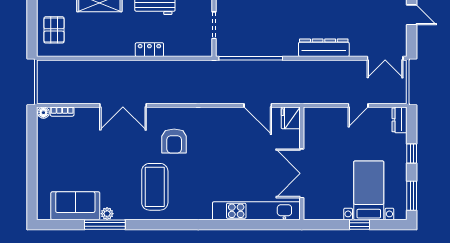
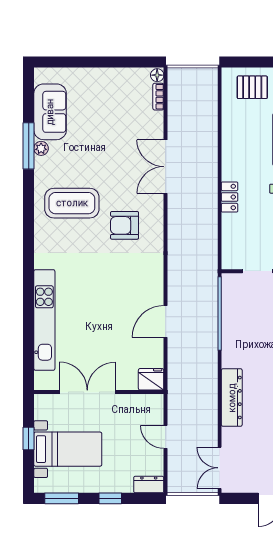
fridge: (291, 118) -> (151, 379), moved
wall: (302, 163) -> (99, 392), moved
double door: (302, 173) -> (87, 392), moved

